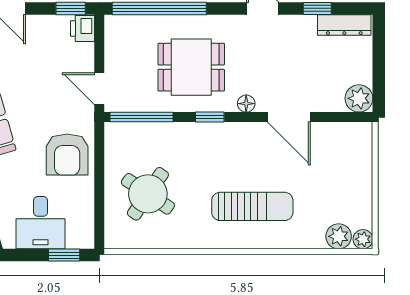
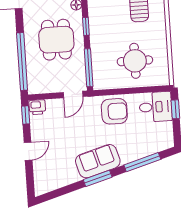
round table: (148, 194) -> (135, 61), turned -34
desk: (41, 223) -> (156, 107), moved

